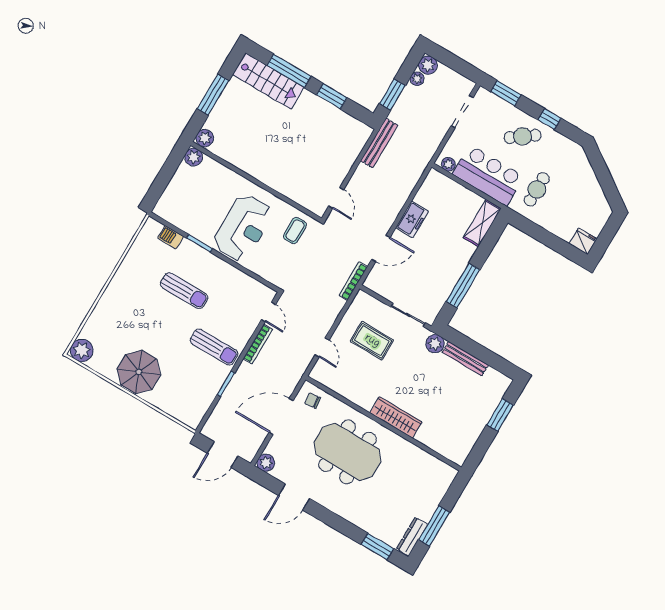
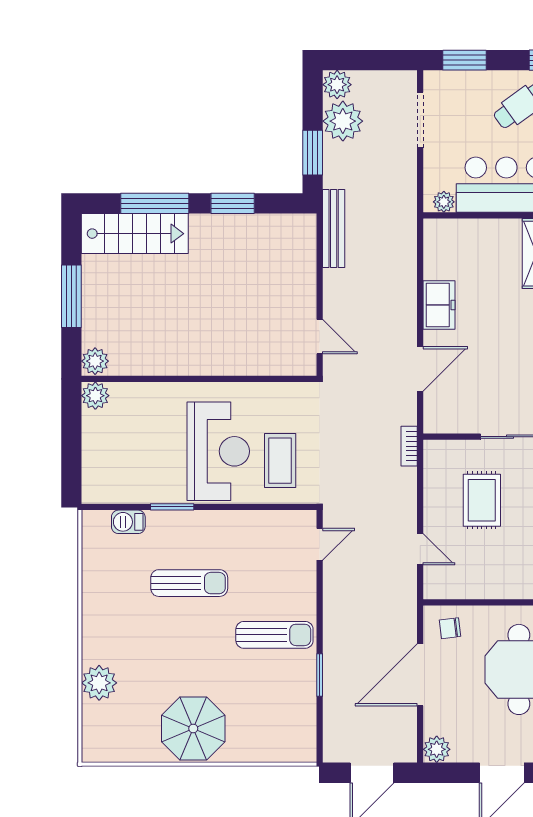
plant: (417, 79) -> (343, 121), width x1.88, depth x1.88
coffee table: (295, 231) -> (280, 461), moved, width x1.36, depth x1.30
bookcase: (353, 281) -> (409, 446), width x0.64
door: (268, 312) -> (320, 544), hinge flipped
rug: (372, 341) -> (482, 500), turned 90
bookcase: (258, 344) -> (331, 596), removed
plant: (82, 350) -> (99, 683), moved

